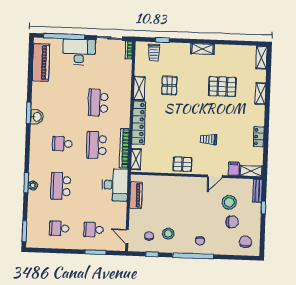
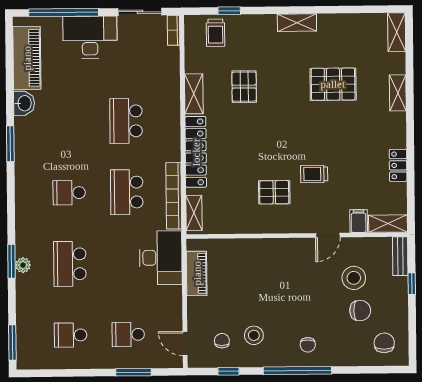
washbasin: (37, 117) -> (24, 103), moved
pallet: (182, 164) -> (274, 192), moved

